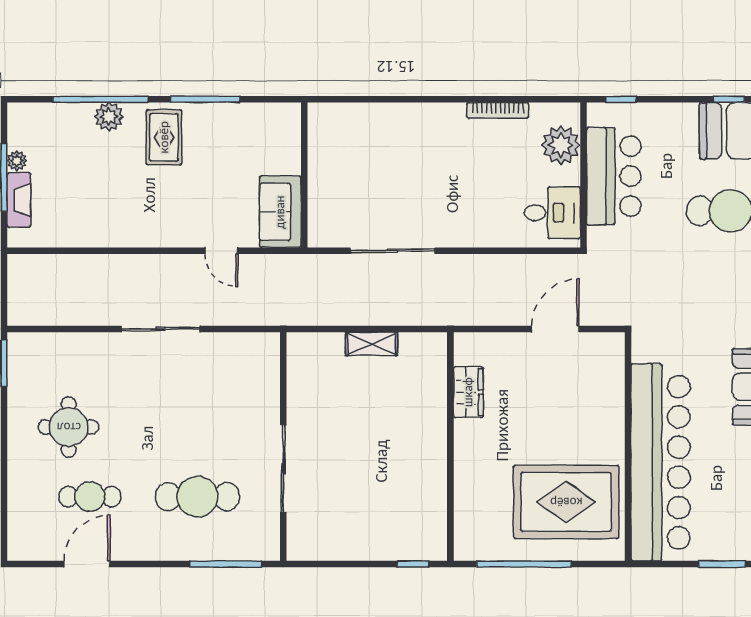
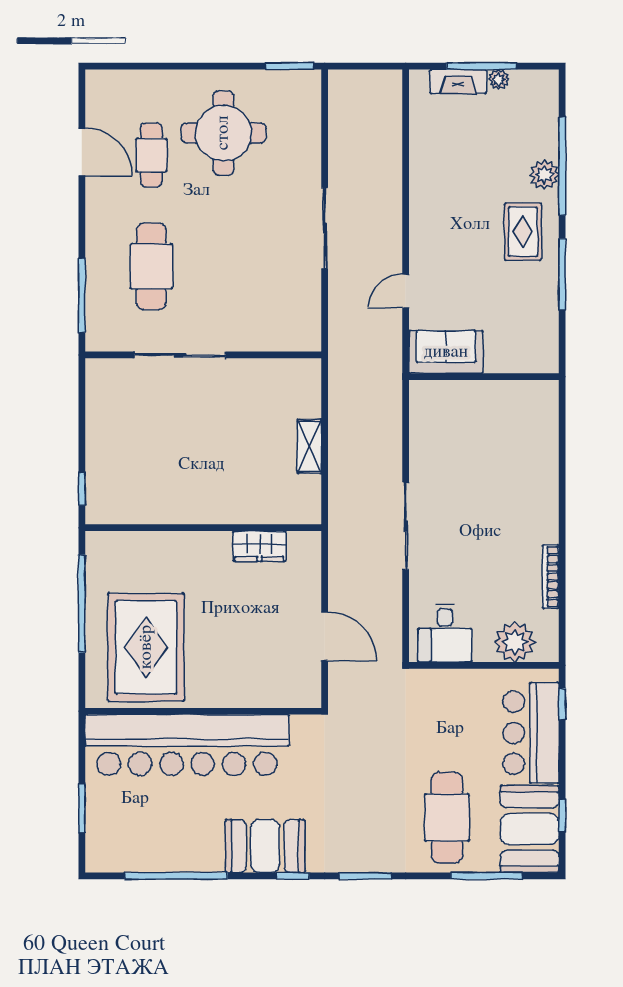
rug: (164, 137) -> (523, 232), turned 90
bar counter: (614, 176) -> (531, 733), moved, turned 90
sliding door: (393, 251) -> (406, 526), moved
round table: (69, 427) -> (223, 133), width x1.36, depth x1.36

